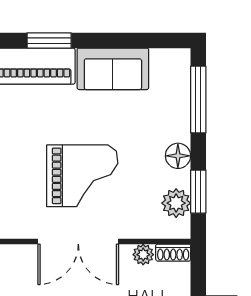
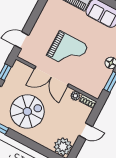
plant: (176, 203) -> (100, 82), removed

